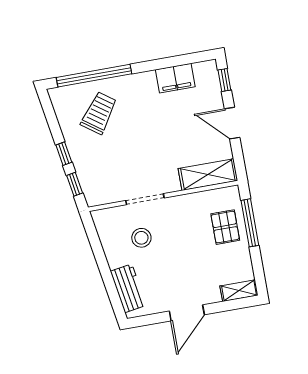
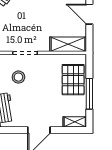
window: (250, 223) -> (89, 94), moved
pallet: (225, 227) -> (73, 80), width x1.50, depth x1.42

